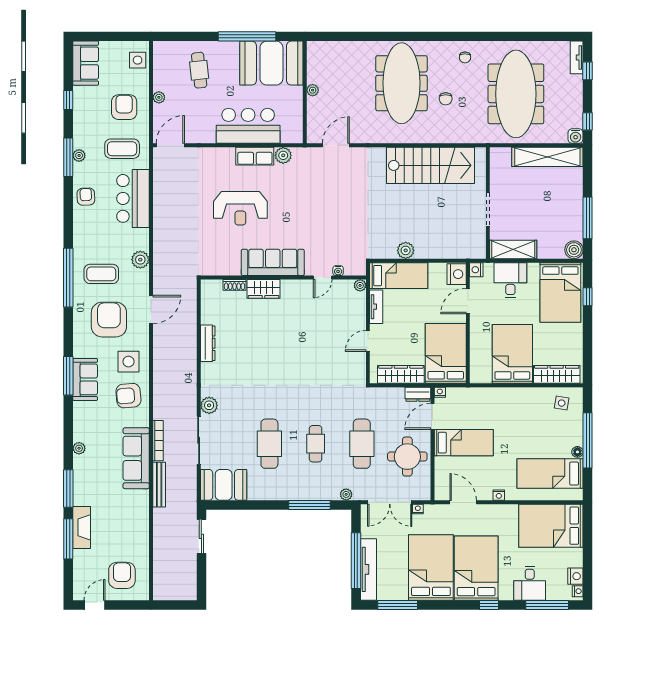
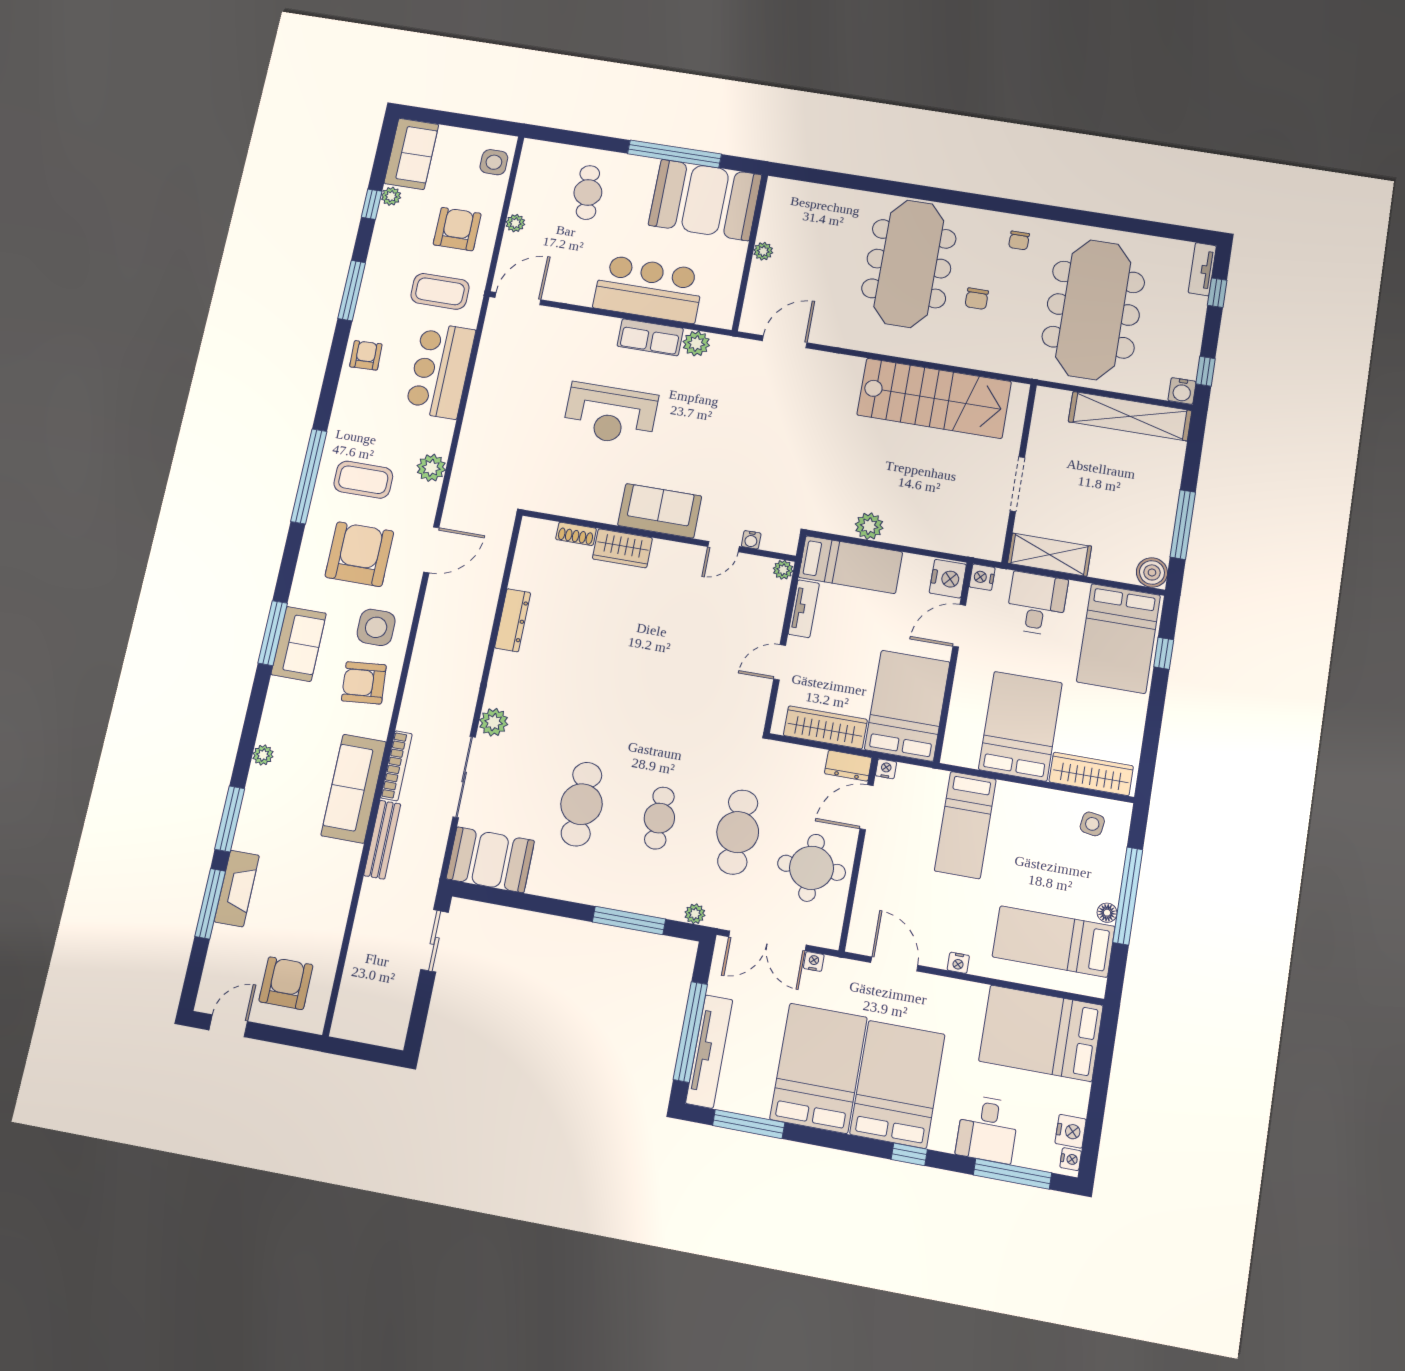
plant: (79, 155) -> (391, 196), moved
sofa: (273, 262) -> (660, 511), width x0.73
bed: (464, 443) -> (965, 825), moved, turned 90

